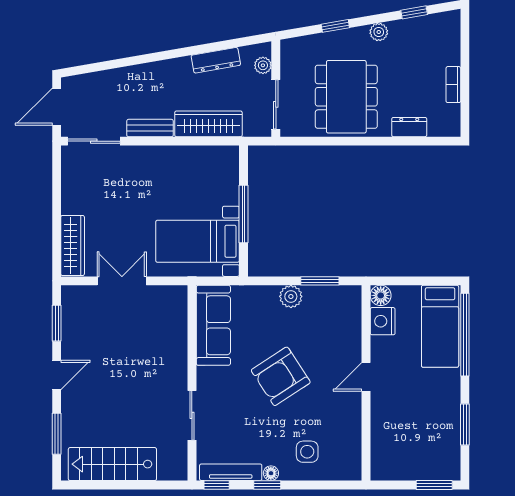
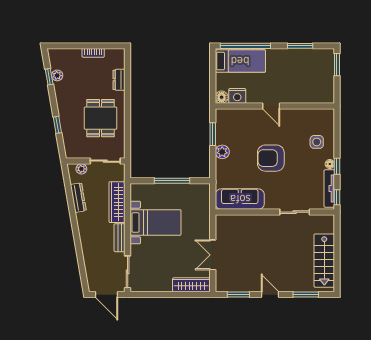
plant: (379, 32) -> (57, 75), moved
dining table: (346, 97) -> (101, 118), width x0.73
bed with nightstands: (198, 241) -> (156, 222), moved, turned -90
armchair: (281, 376) -> (271, 158), turned 123

